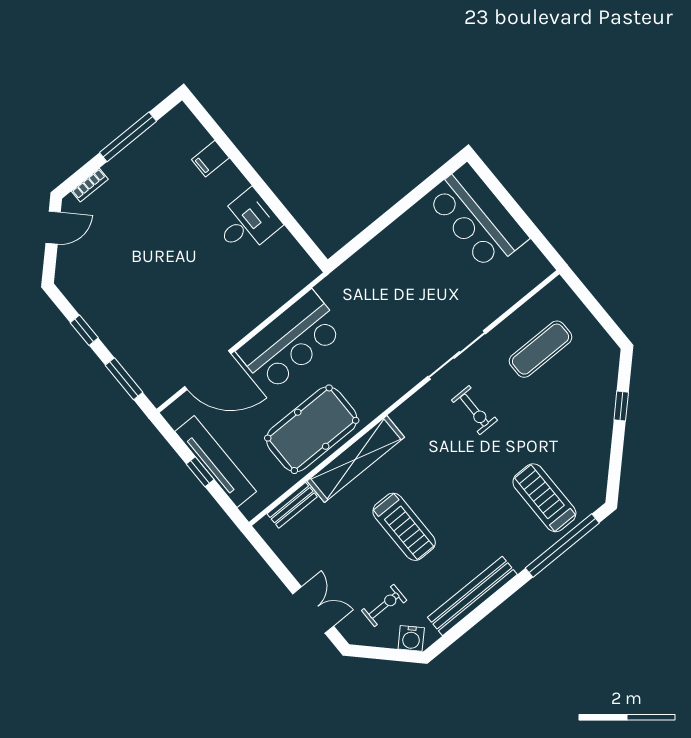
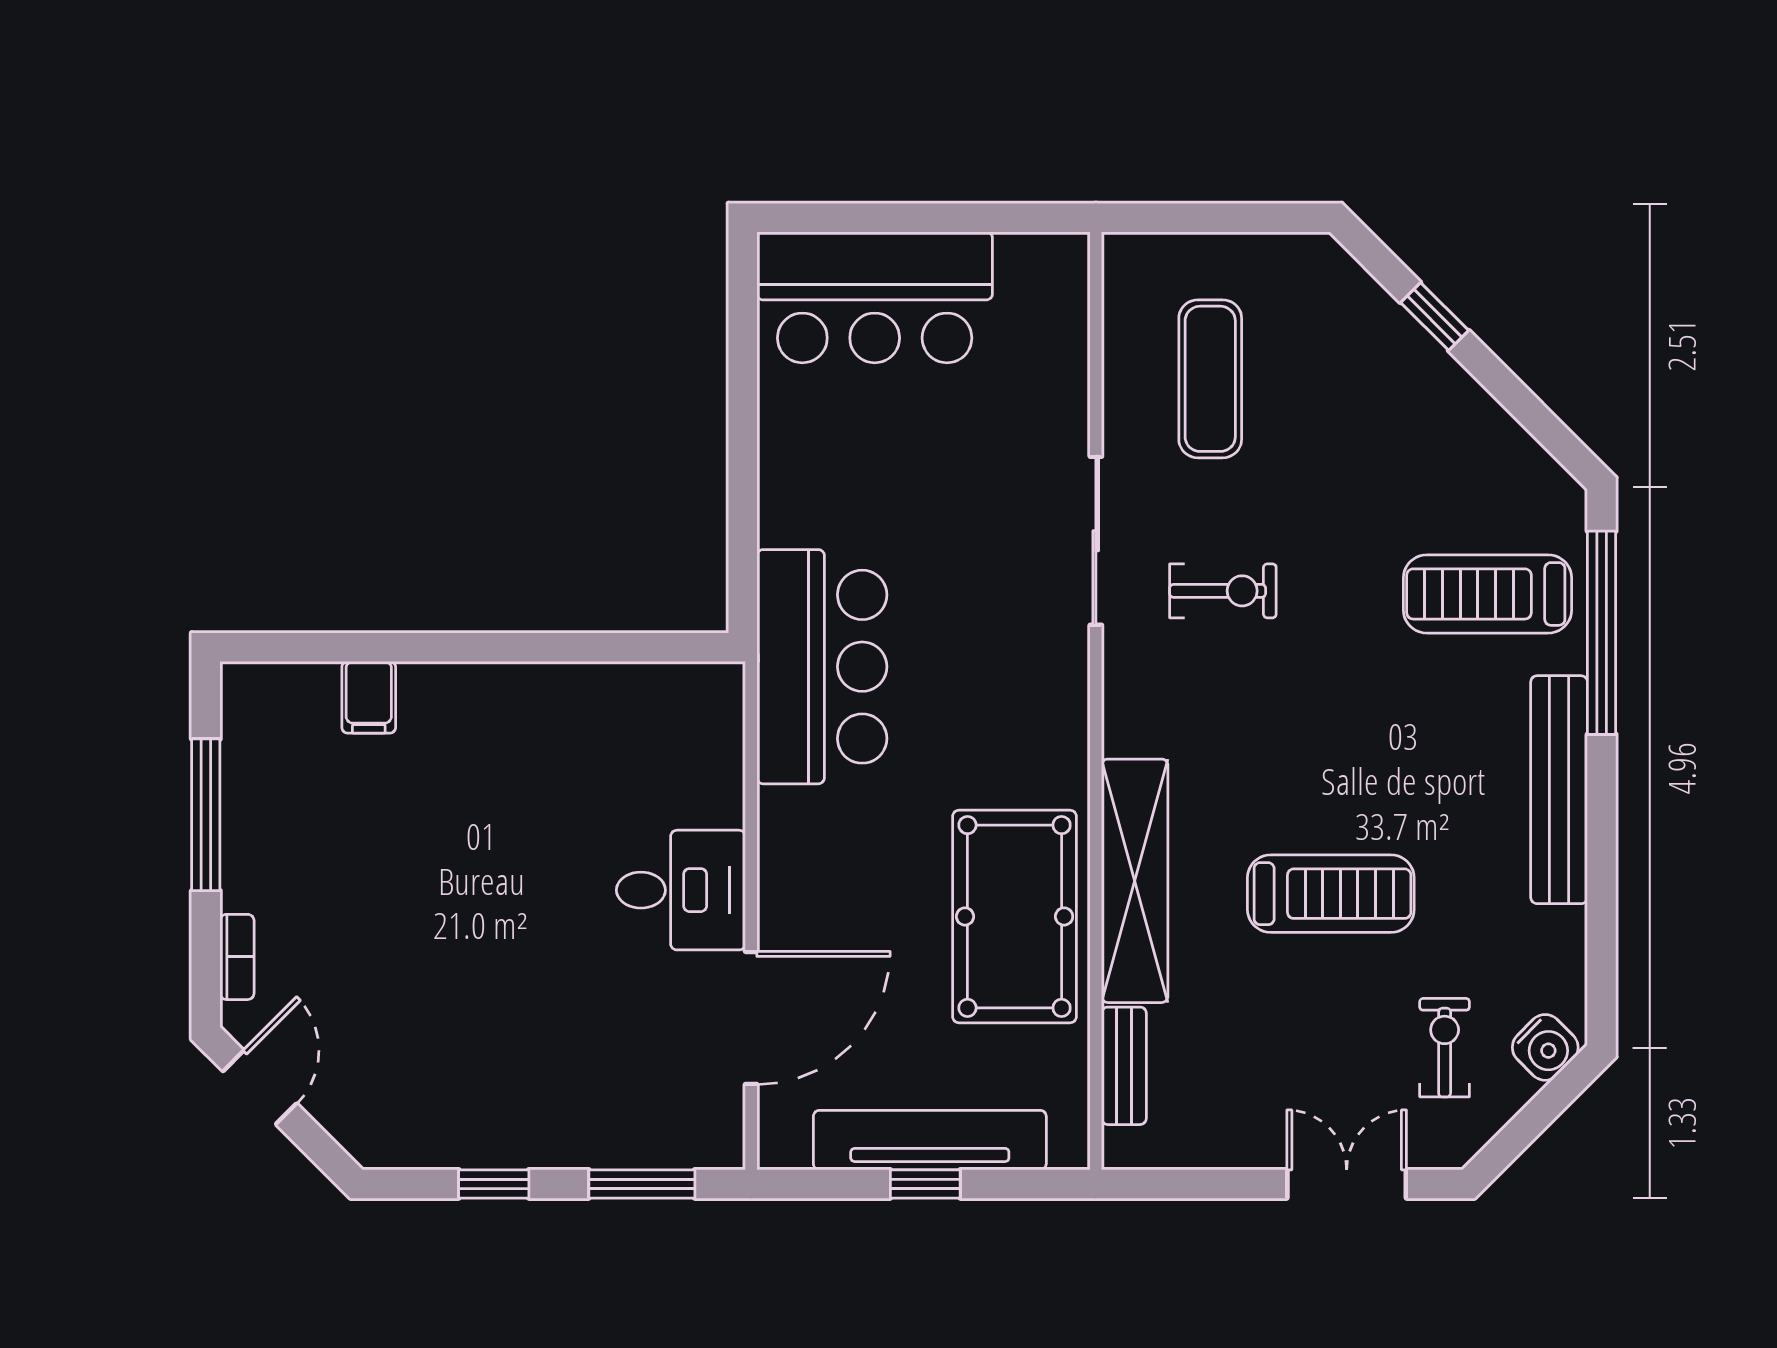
desk: (247, 223) -> (681, 890), moved, turned 90
bar counter: (291, 341) -> (822, 667), moved
bench: (472, 596) -> (1559, 790), moved

